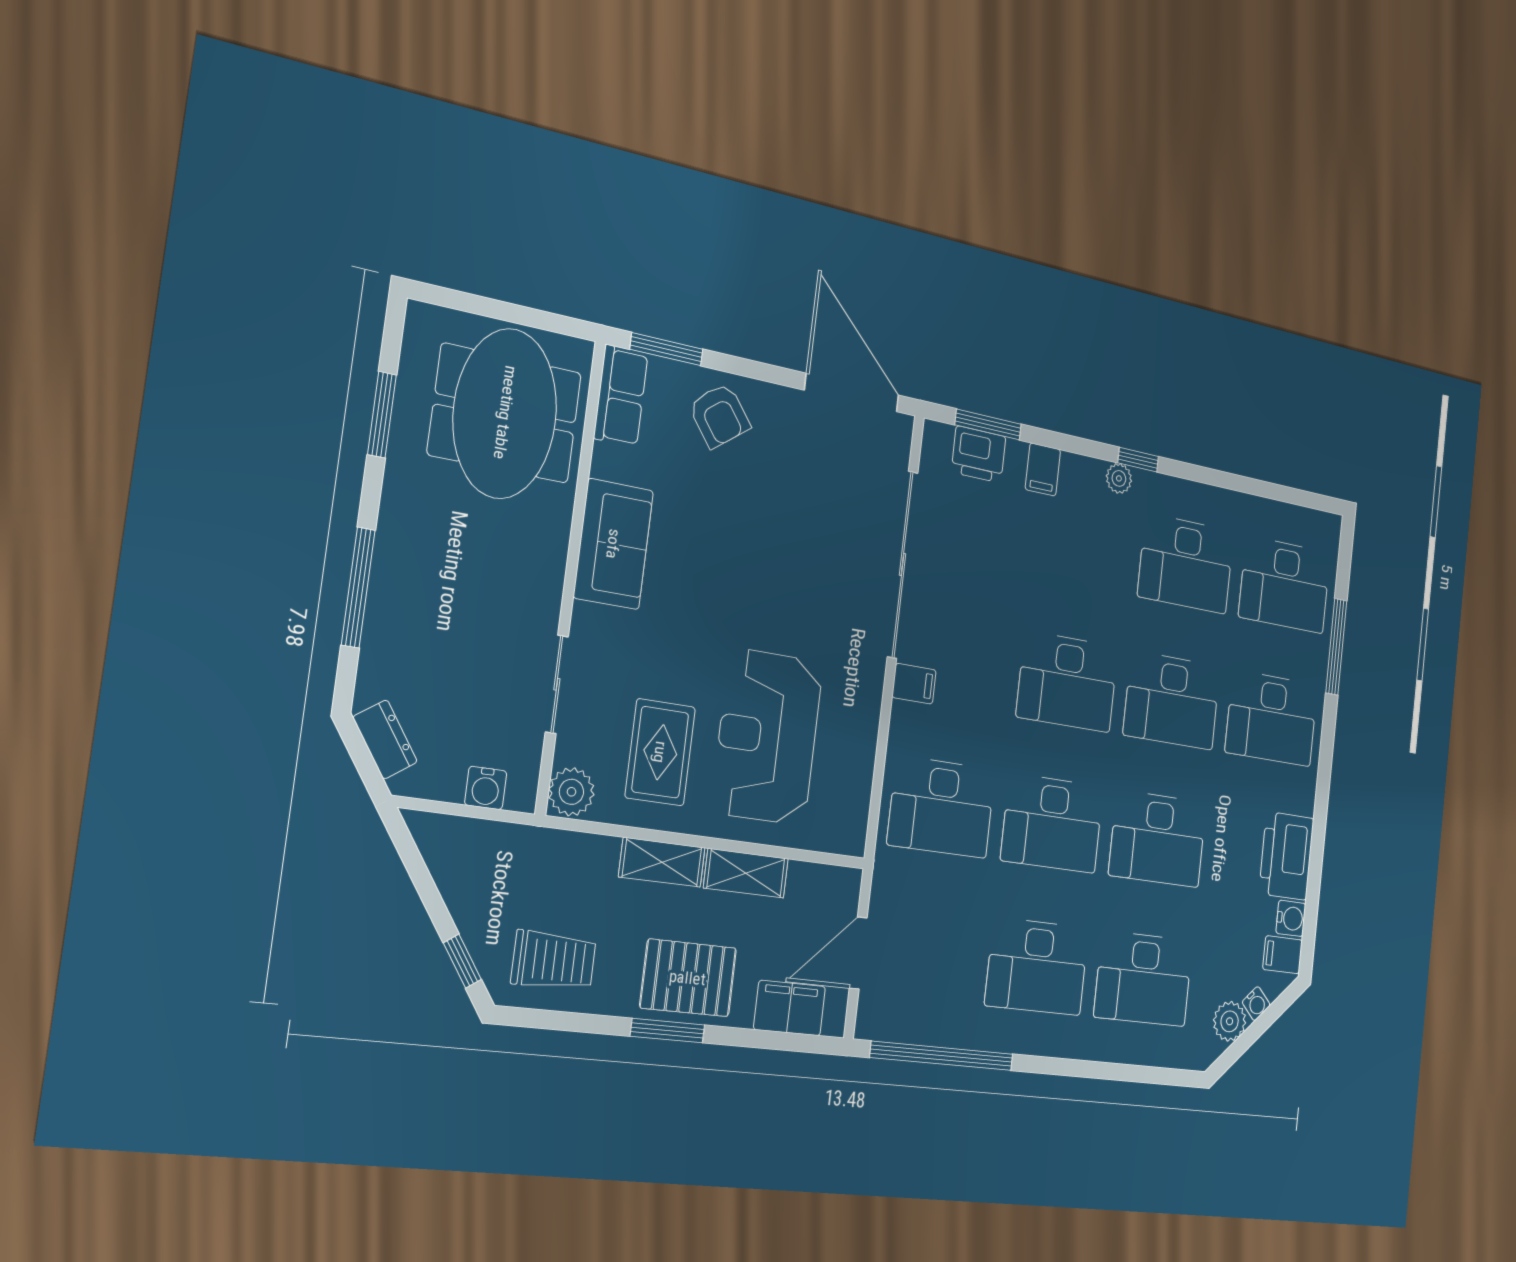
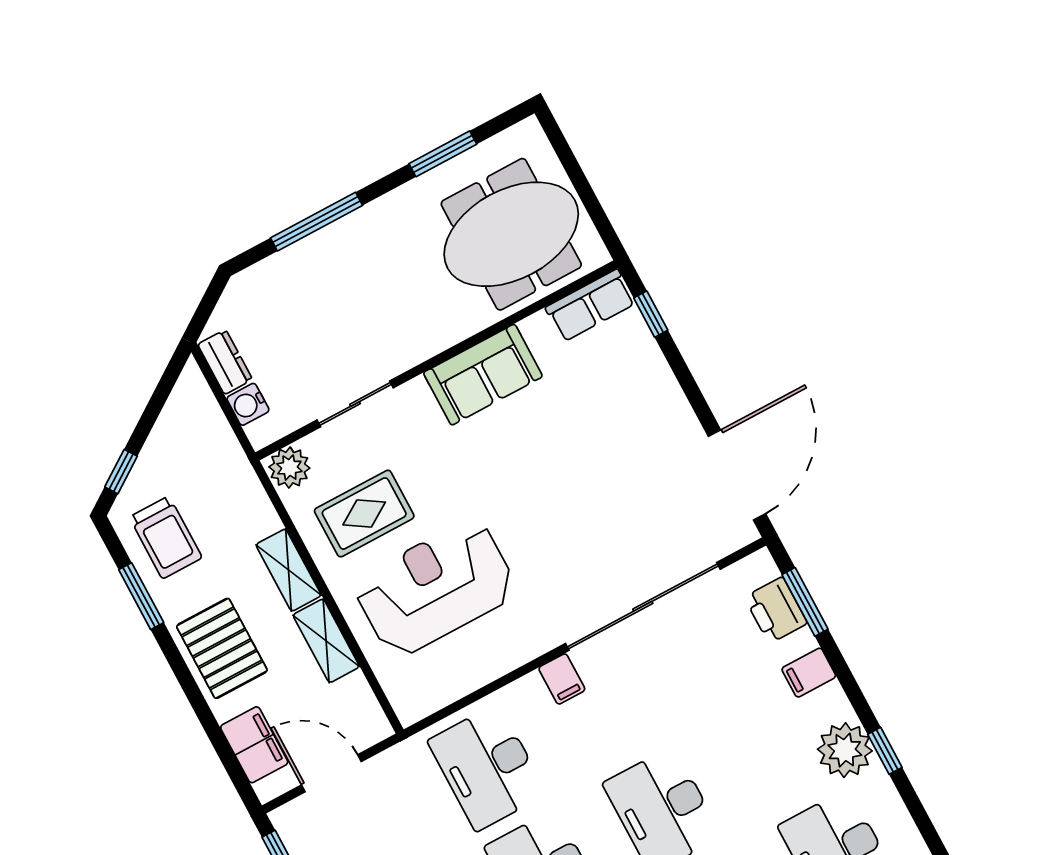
window: (666, 349) -> (651, 314), width x0.67
armchair: (719, 416) -> (636, 387), removed
plant: (1119, 478) -> (845, 750), width x1.87, depth x1.87
dresser: (385, 739) -> (225, 362), moved, turned -56
window: (668, 1031) -> (141, 596), moved

